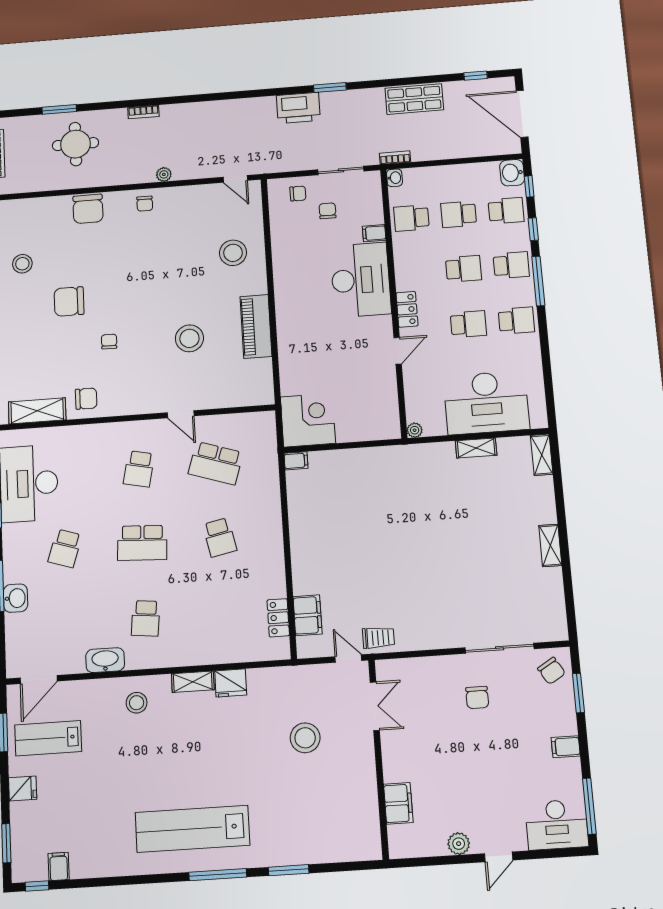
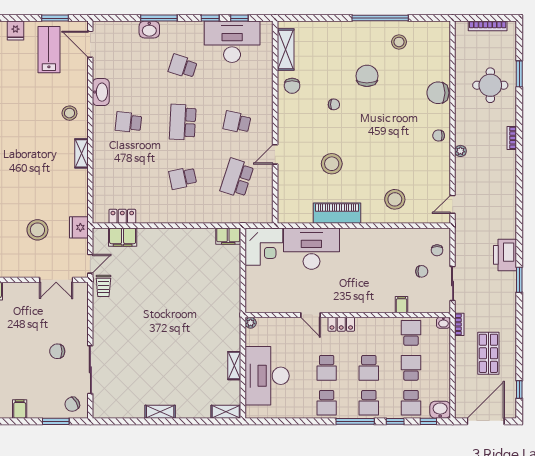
shop shelf: (414, 99) -> (488, 353), moved
desk: (361, 280) -> (311, 249), moved, turned 180
filing cabinet: (296, 461) -> (228, 236), width x2.00
fridge: (231, 683) -> (79, 227), moved

